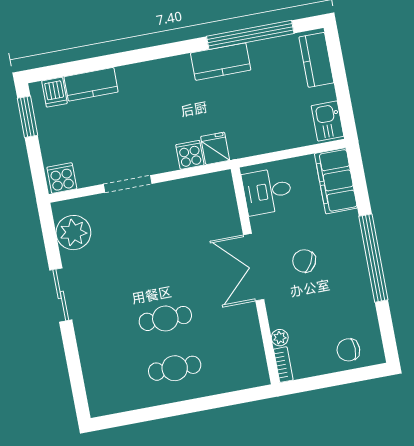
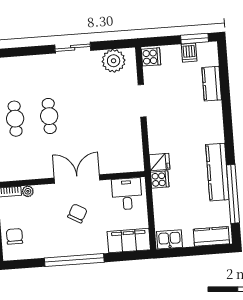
kitchen counter: (221, 62) -> (217, 172), width x1.50
dishwasher: (54, 92) -> (189, 53), moved, turned -90
cooker: (190, 155) -> (160, 180), moved

